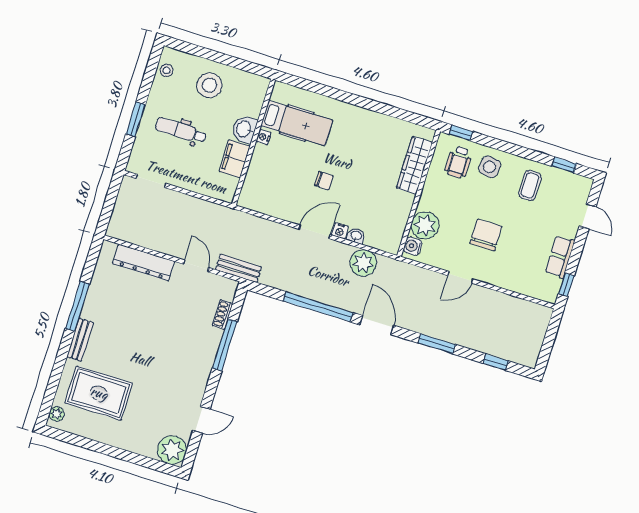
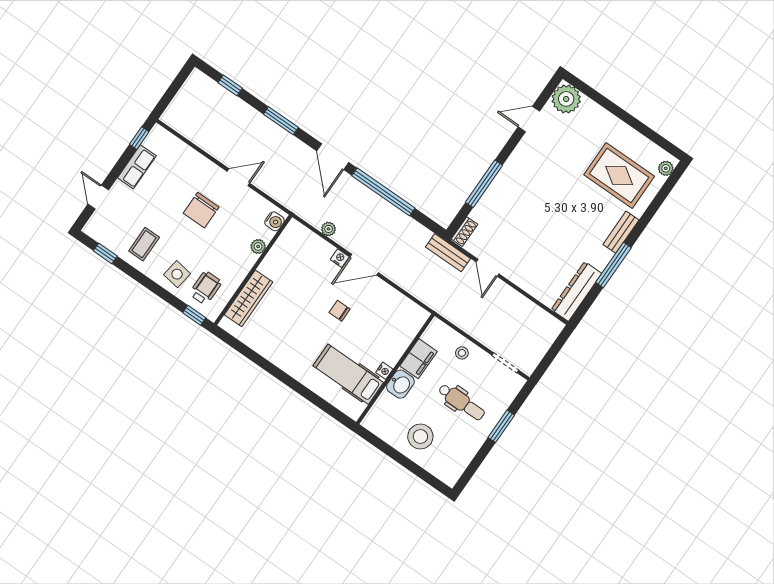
stool: (167, 70) -> (462, 353), moved
plant: (425, 225) -> (258, 247), width x0.53, depth x0.53
washbasin: (356, 236) -> (326, 248), removed
dresser: (144, 262) -> (576, 291), moved, turned -90
plant: (363, 263) -> (329, 229), width x0.53, depth x0.53
shoe rack: (222, 314) -> (465, 232), moved

